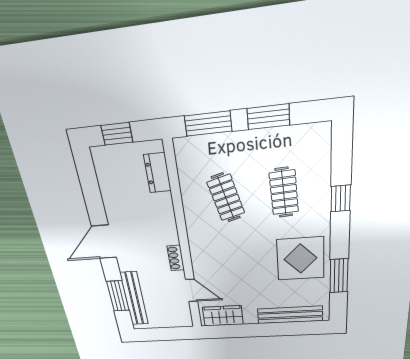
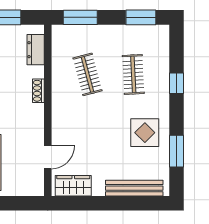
window: (268, 117) -> (141, 17), moved
shoe rack: (176, 258) -> (38, 91), moved
display table: (300, 259) -> (145, 133), width x0.73, depth x0.73
door: (192, 290) -> (48, 157), hinge flipped

